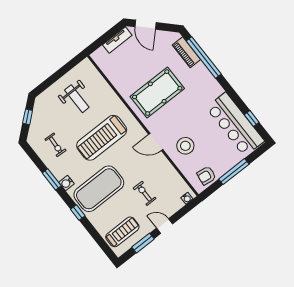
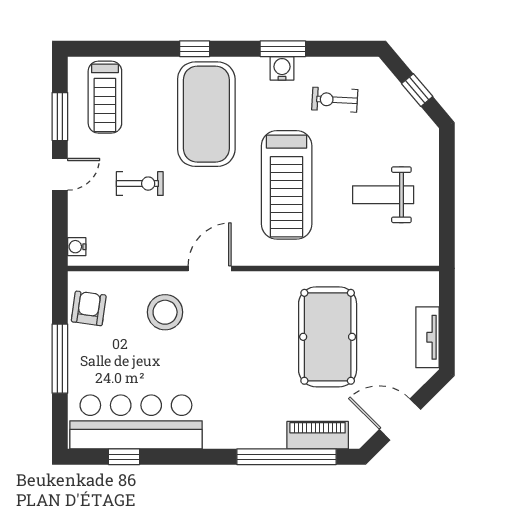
door: (145, 25) -> (400, 419), moved
pool table: (157, 93) -> (328, 337), moved
treadmill: (102, 138) -> (287, 185), turned 180
water cooler: (66, 183) -> (282, 68), moved

